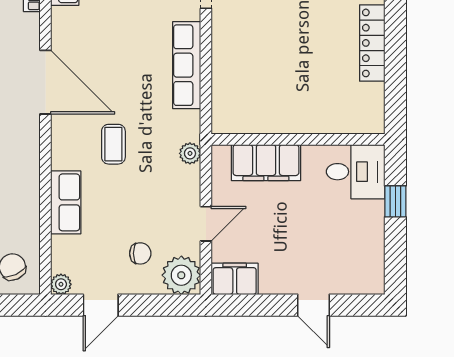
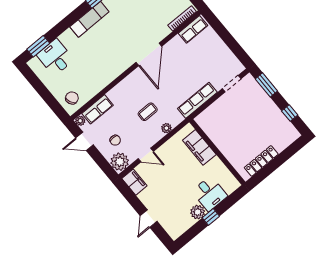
wall: (298, 139) -> (217, 152), moved
coffee table: (113, 144) -> (148, 112), moved
filing cabinet: (266, 163) -> (199, 147), moved
row of seats: (66, 202) -> (98, 109), moved
plant: (369, 216) -> (198, 212), added

